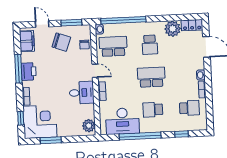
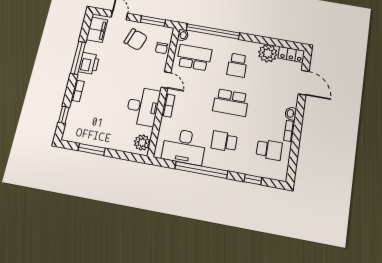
school desk: (151, 77) -> (231, 103), turned 180
desk: (82, 93) -> (143, 106), width x1.37
corner desk: (40, 122) -> (85, 124), removed

